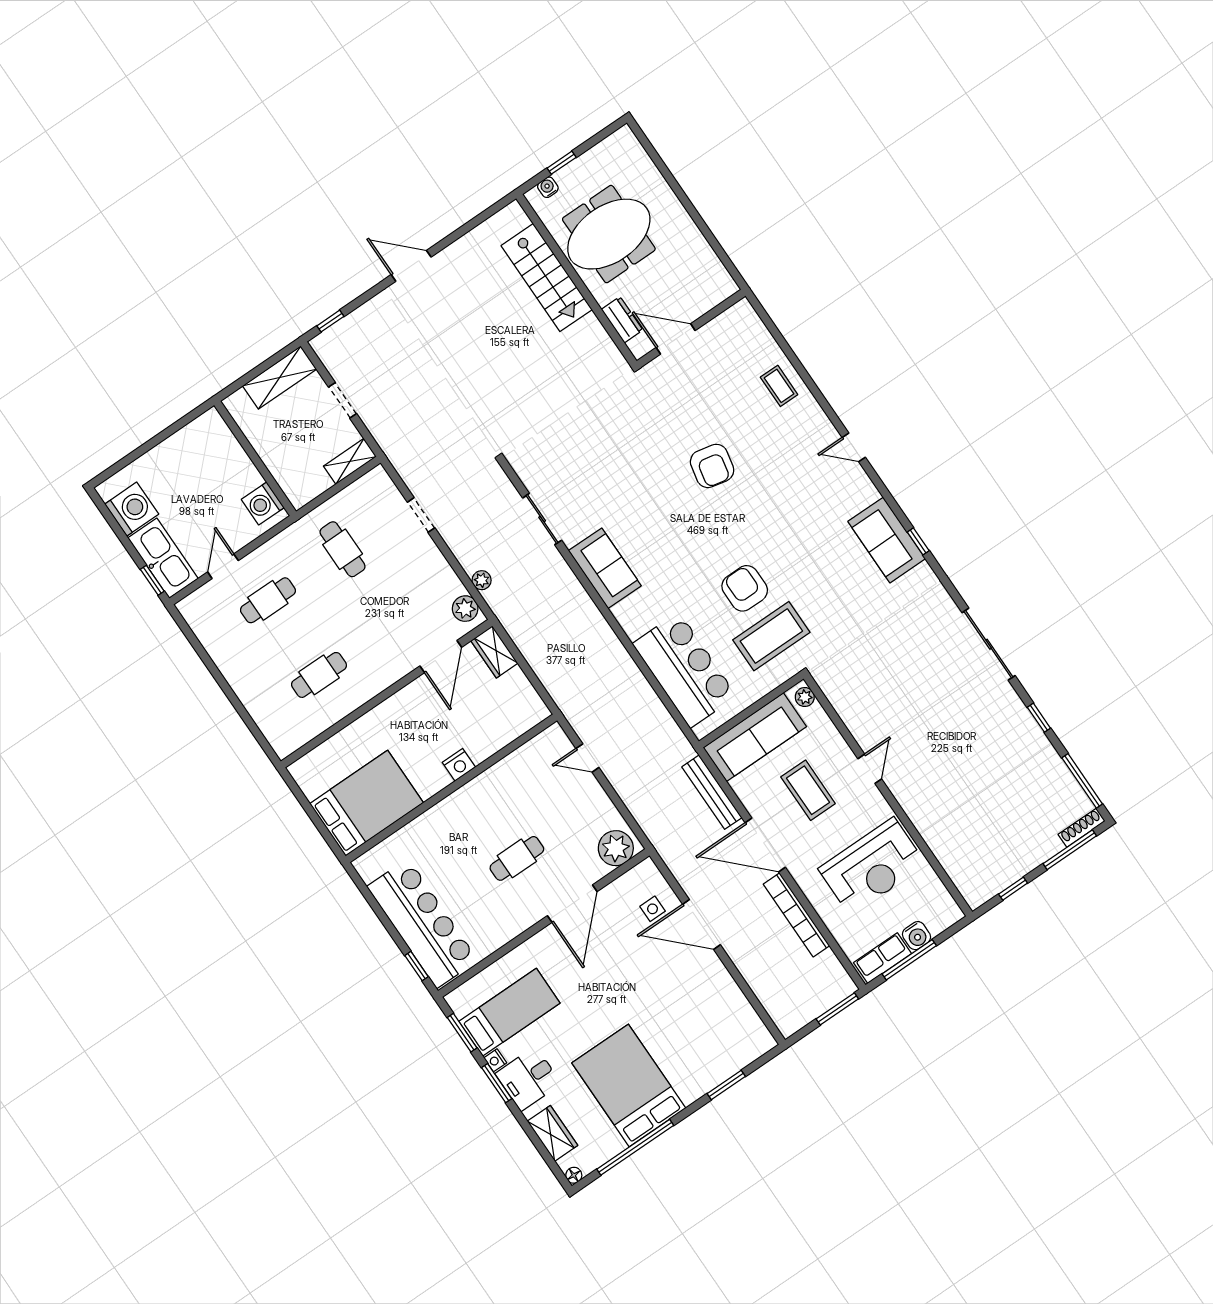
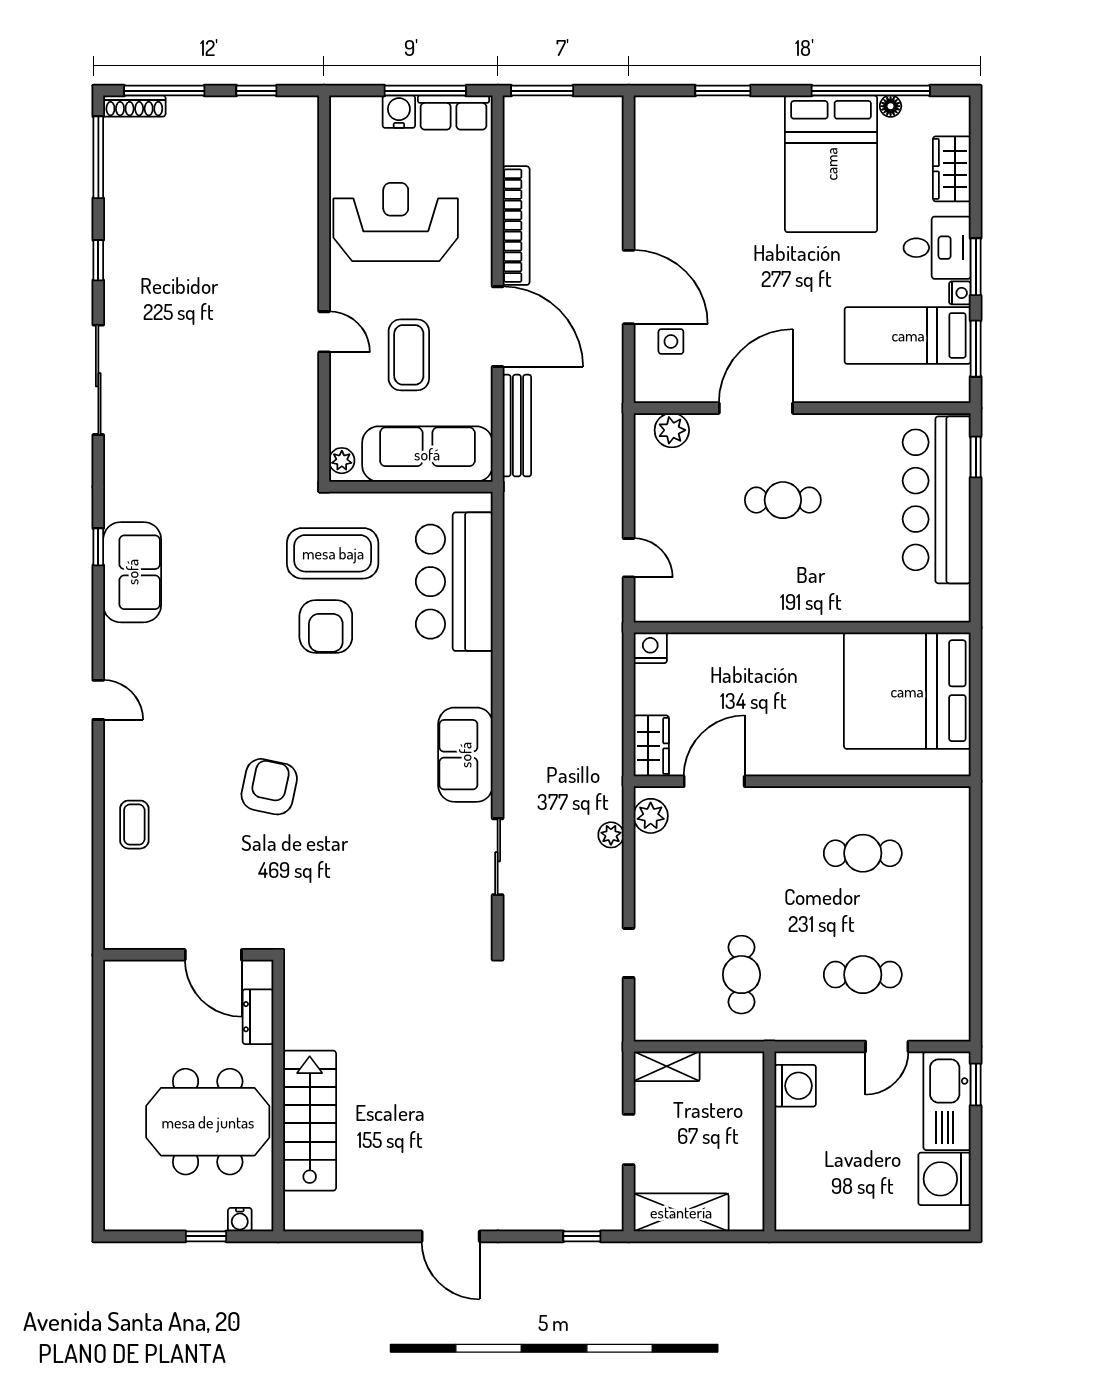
nightstand: (459, 765) -> (650, 648), moved
door: (870, 769) -> (324, 332), swing flipped
bed: (367, 803) -> (907, 691), width x1.36
plant: (616, 848) -> (672, 430), width x0.73, depth x0.73
floor lamp: (574, 1175) -> (891, 106), moved

